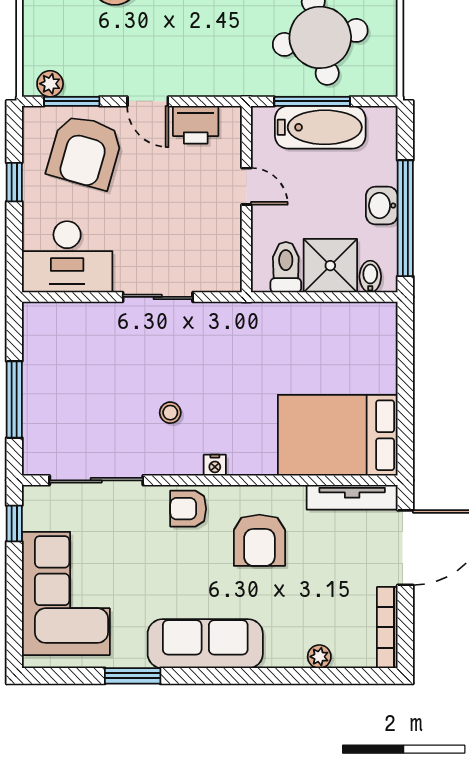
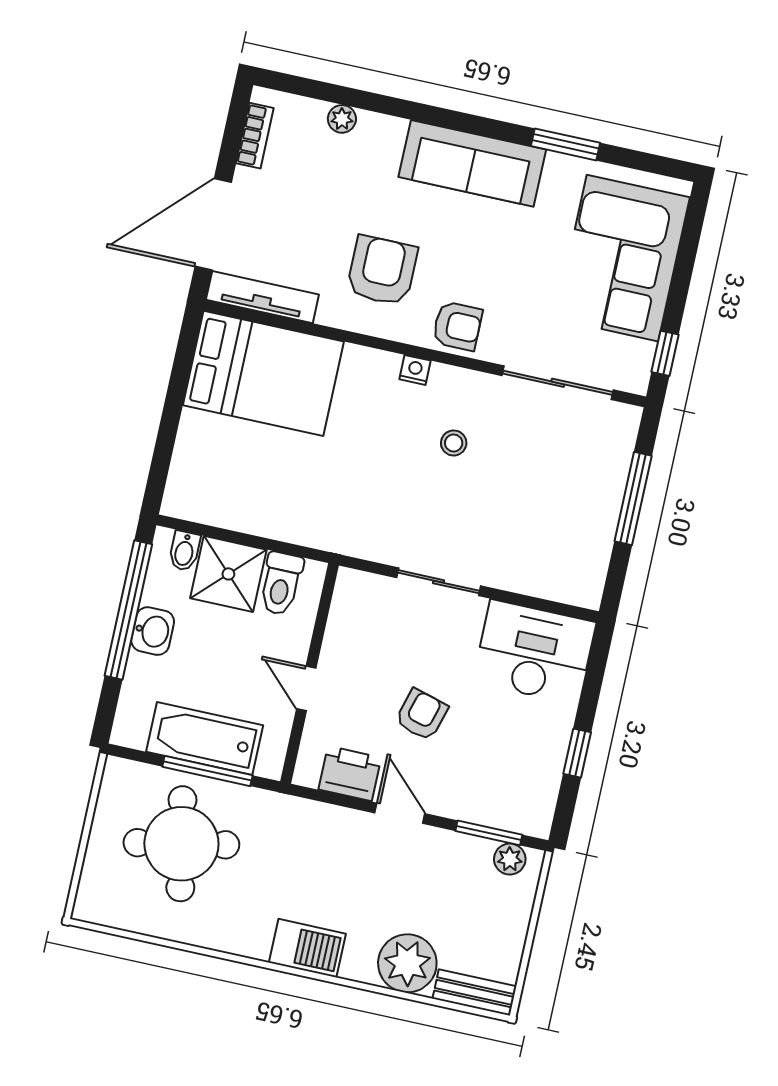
armchair: (85, 152) -> (422, 715), moved, width x0.53, depth x0.53
bookcase: (387, 627) -> (255, 136), width x0.64

